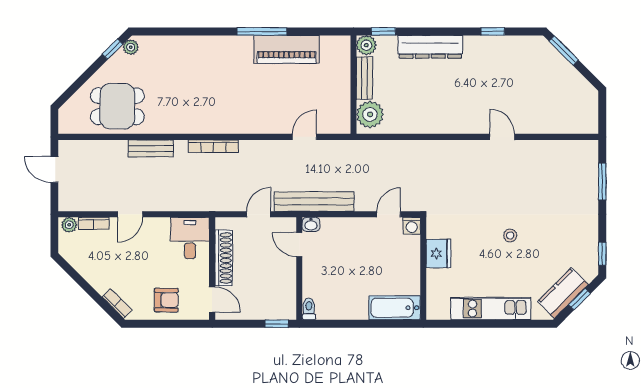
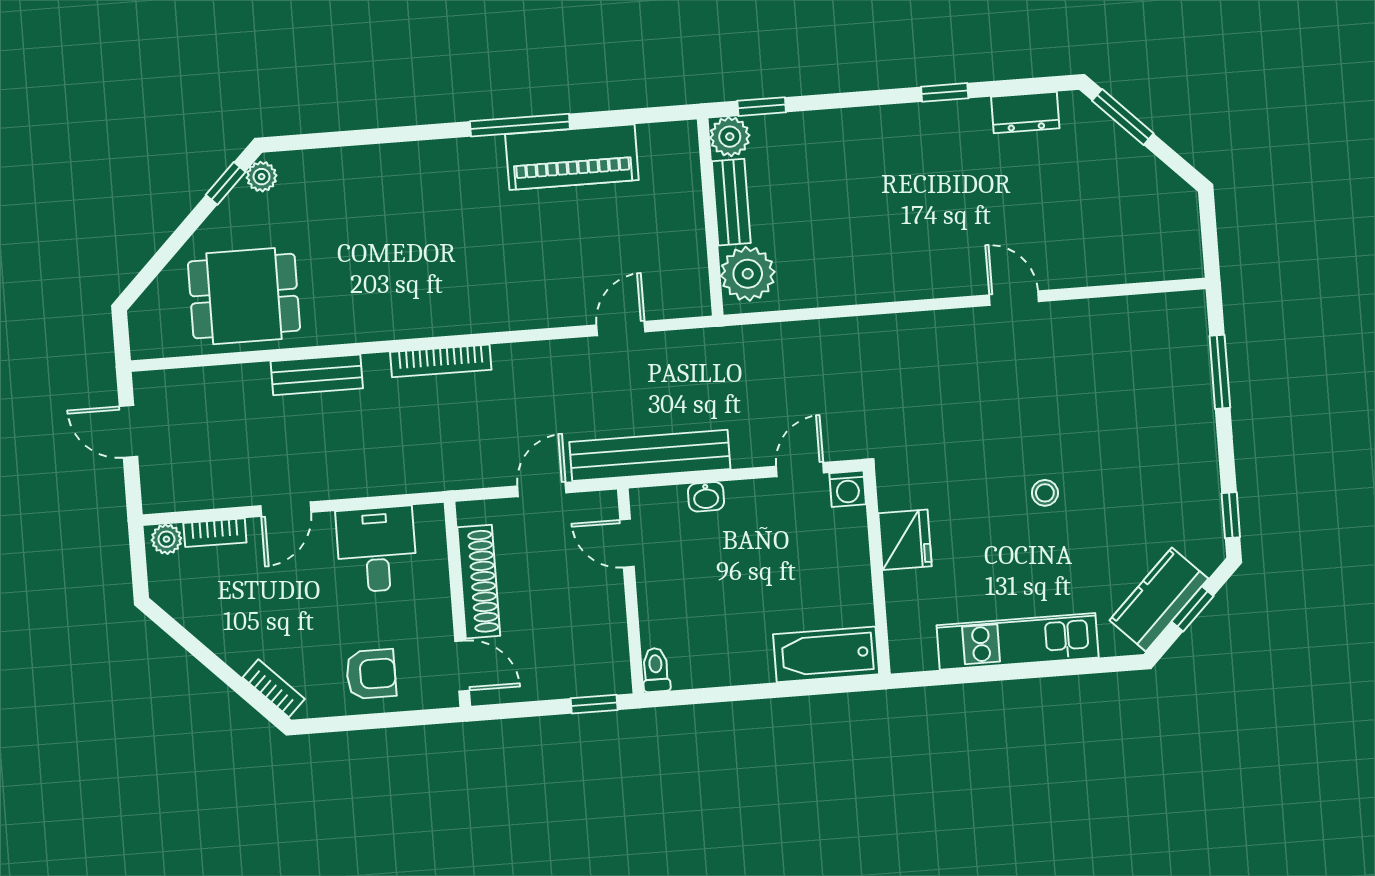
window: (493, 31) -> (945, 92), moved
dresser: (430, 47) -> (1025, 112), moved, width x0.51, depth x0.80
washbasin: (311, 224) -> (706, 497), moved
desk: (190, 238) -> (377, 549), moved

